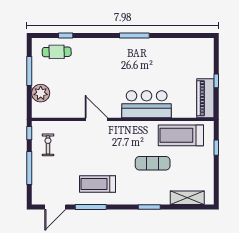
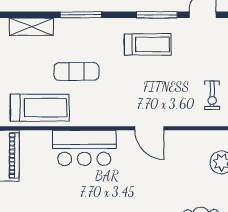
window: (149, 207) -> (81, 15), width x1.44

